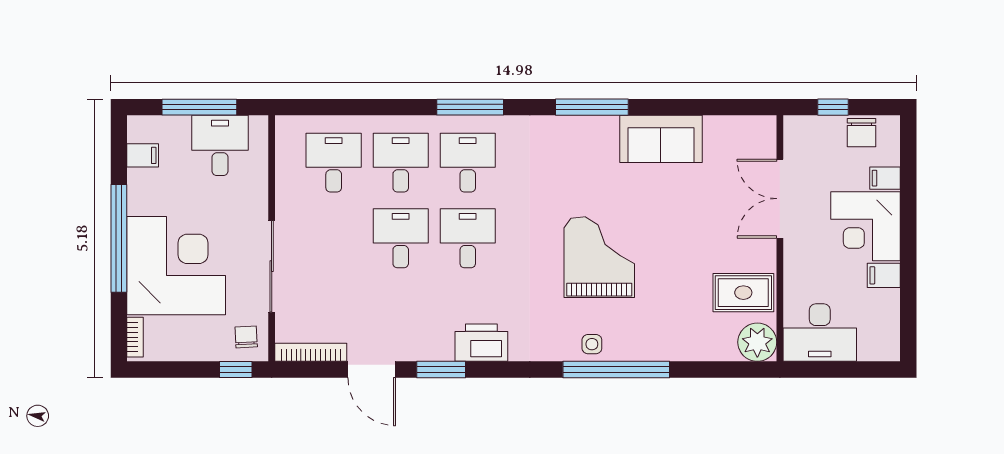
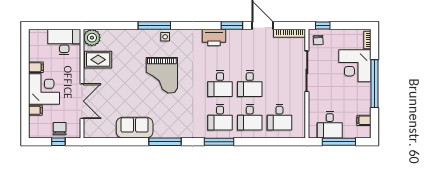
chair: (862, 133) -> (60, 129), moved
corner desk: (176, 266) -> (355, 66), width x0.74, depth x0.74
window: (616, 370) -> (154, 26), width x0.68

